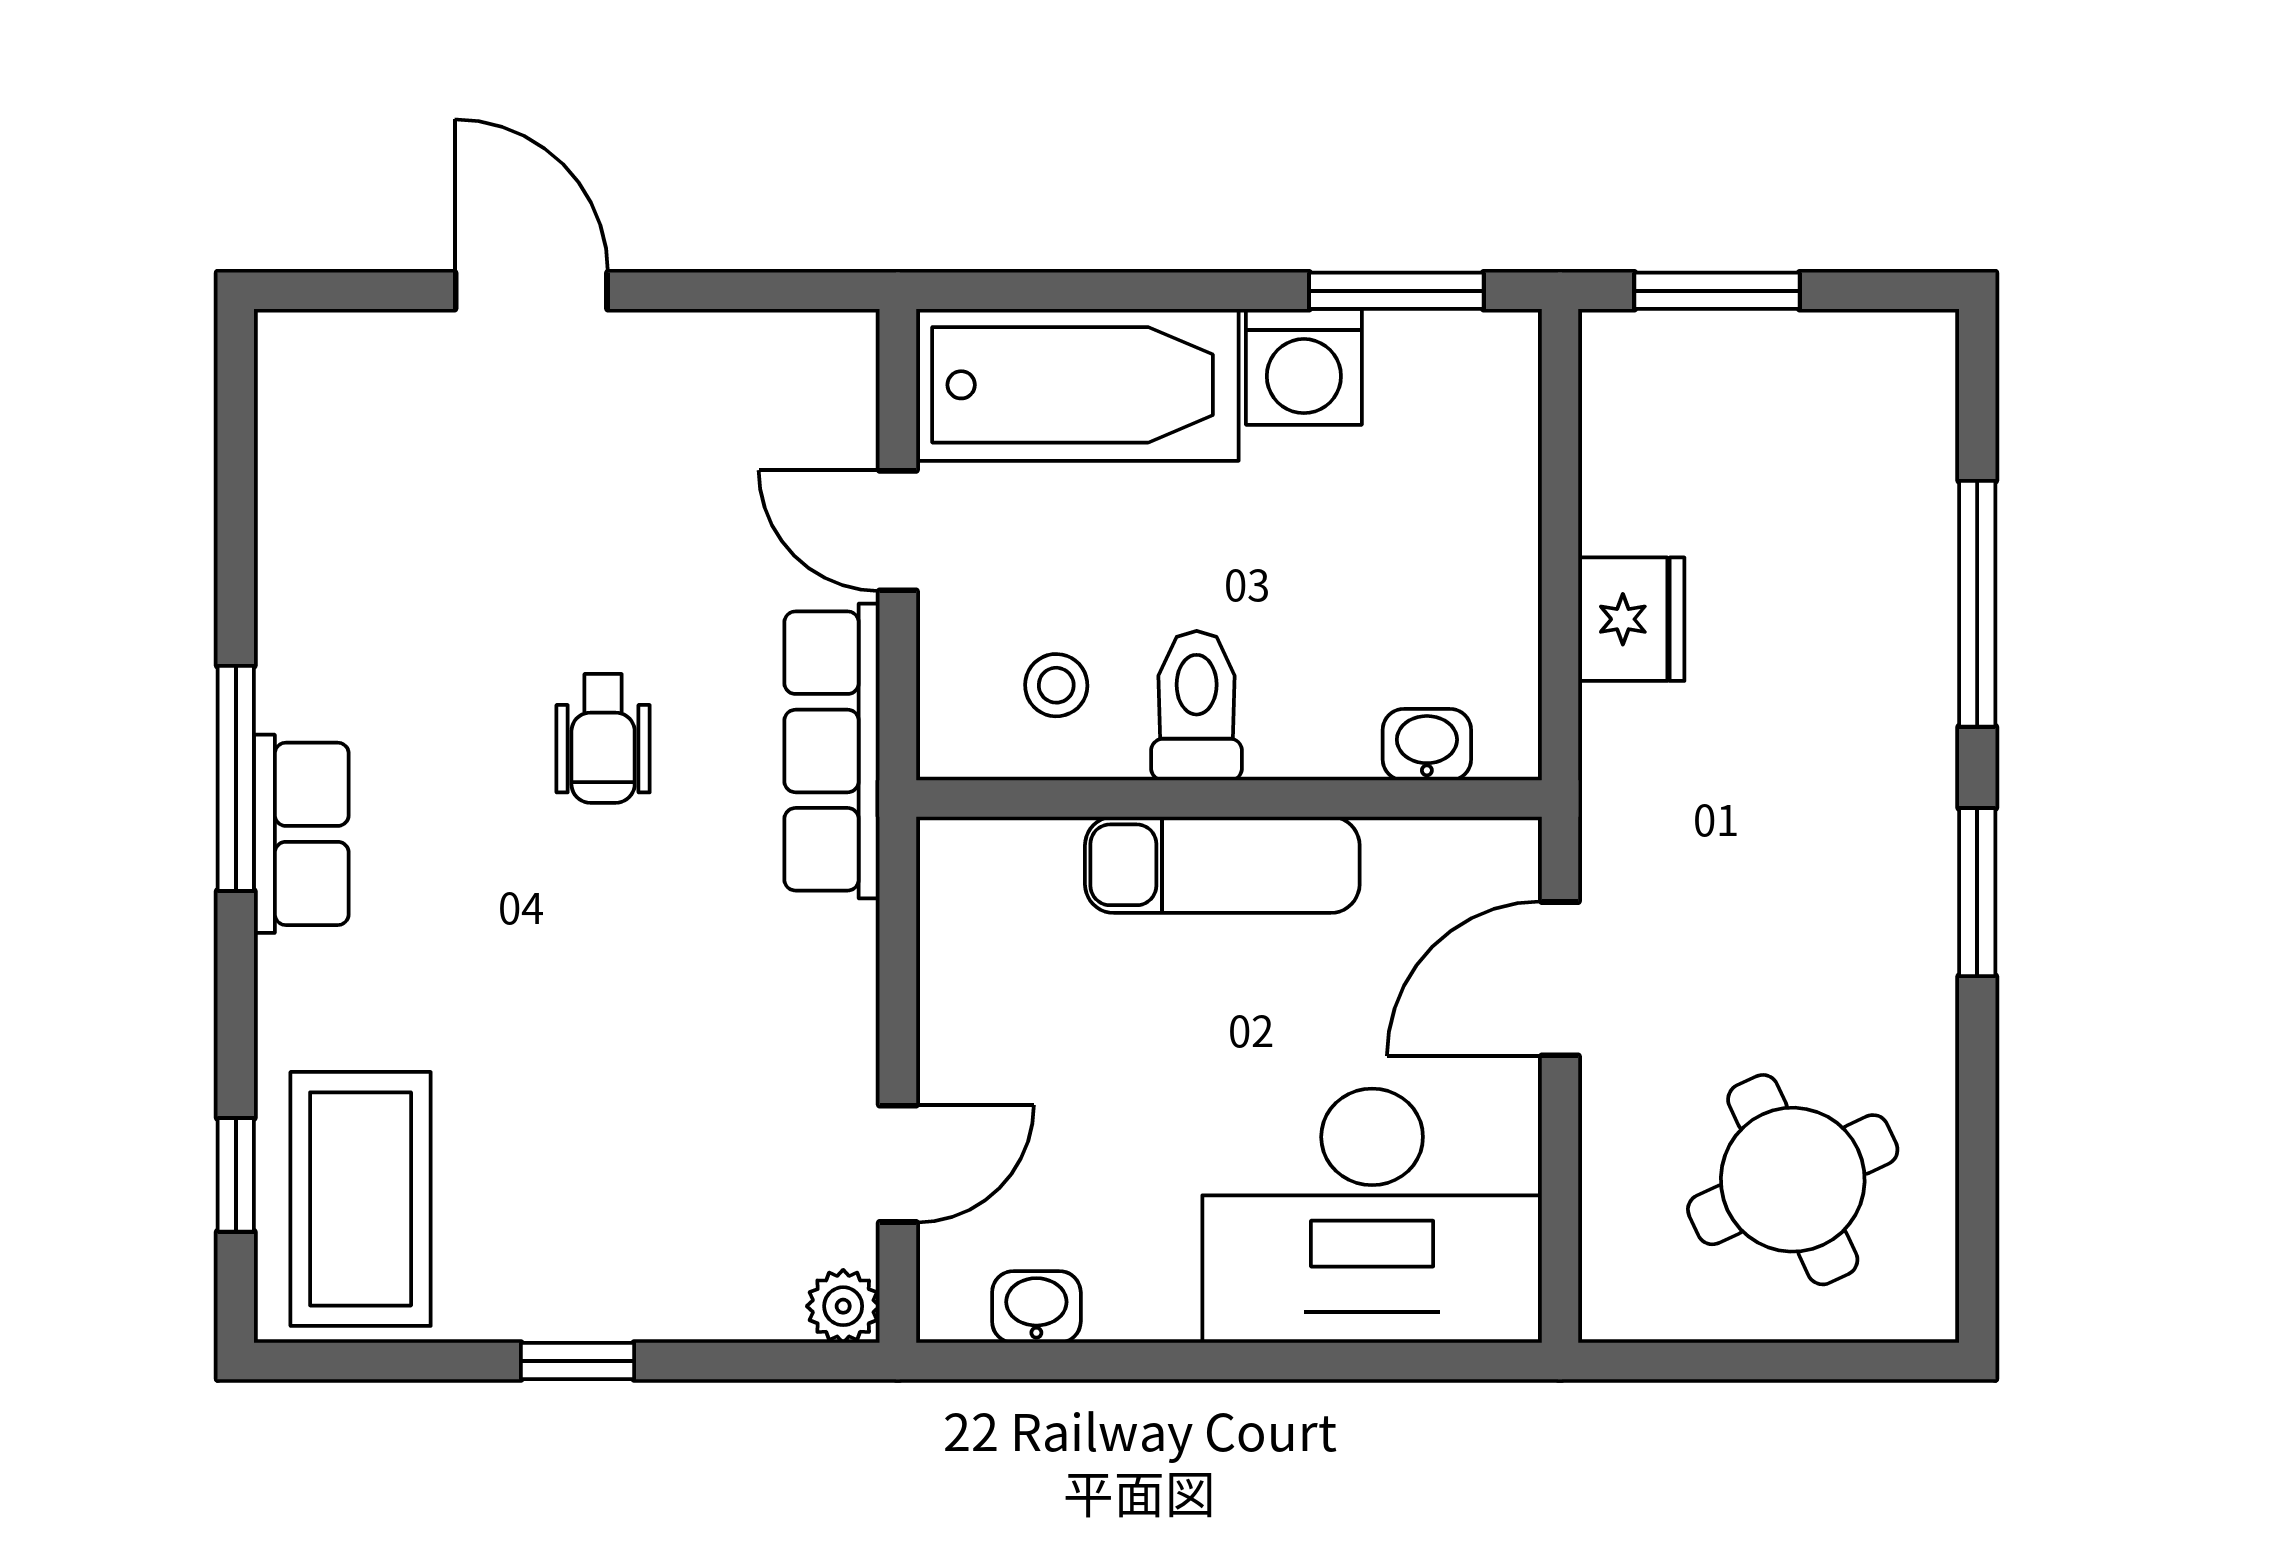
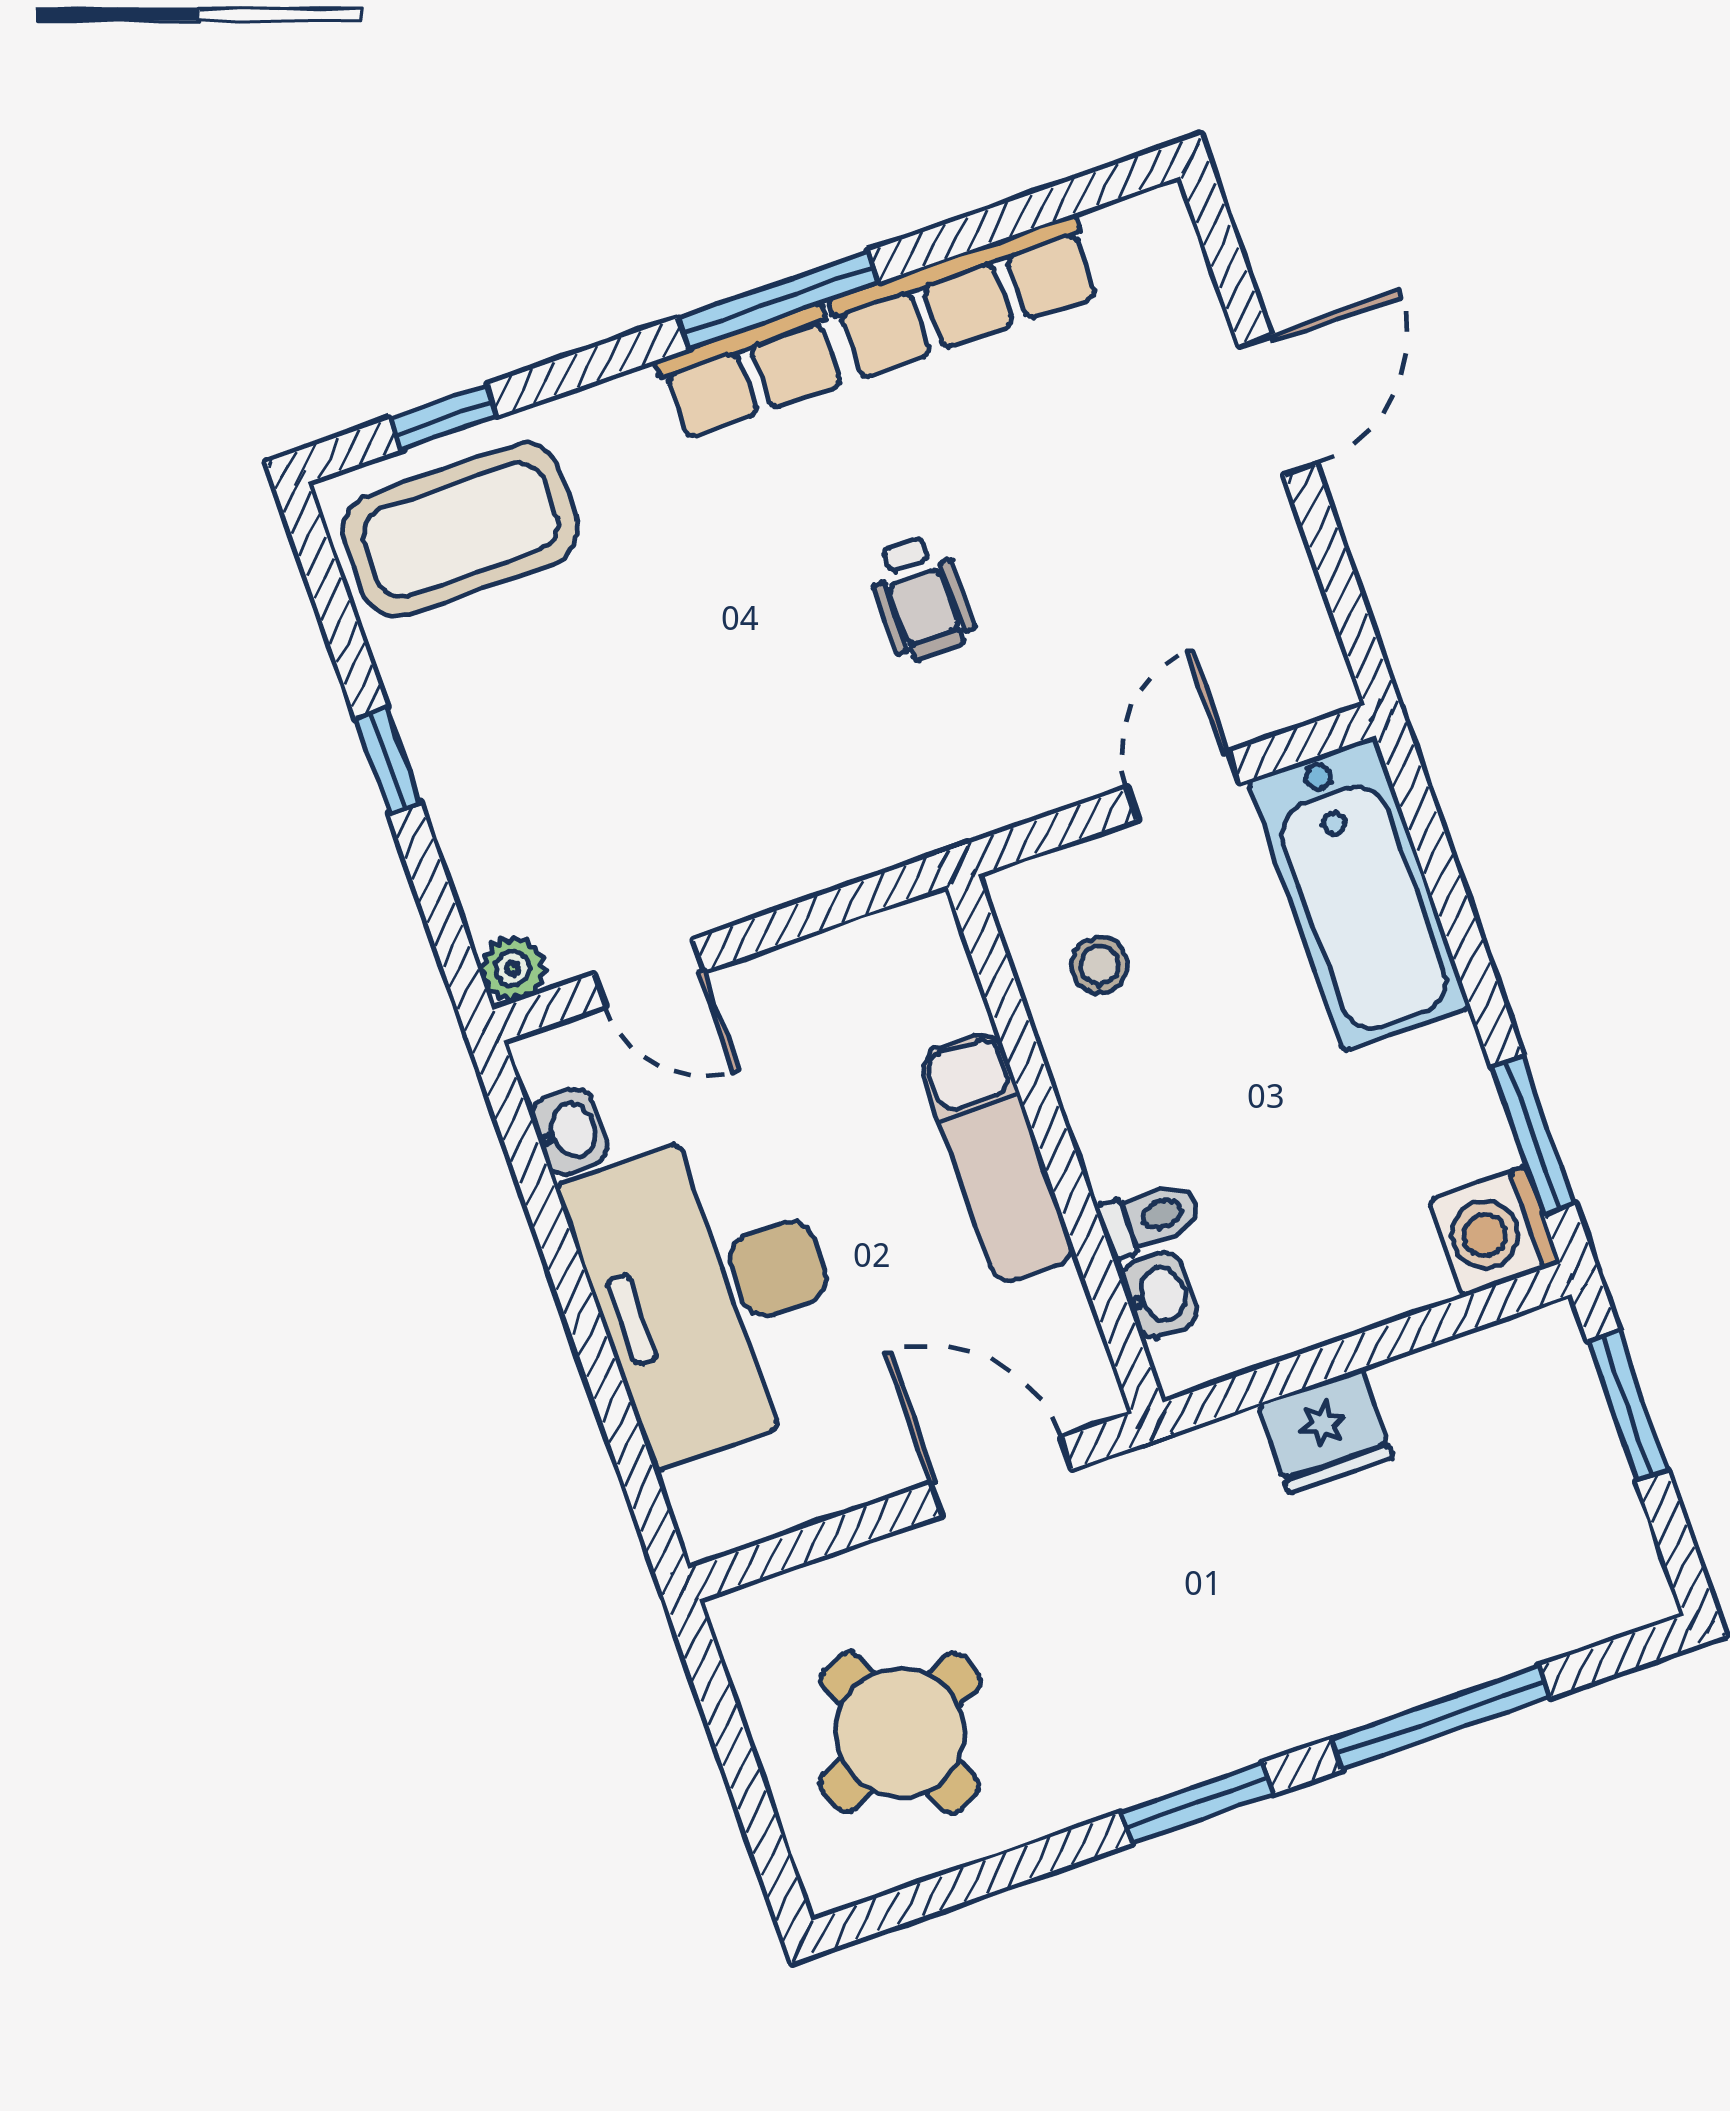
washing machine: (1304, 367) -> (1495, 1231), moved
toilet: (1197, 706) -> (1149, 1218), moved, width x0.73, depth x0.72
wheelchair: (603, 738) -> (921, 598), turned -90
row of seats: (832, 751) -> (965, 297), moved, turned 180
desk: (1372, 1216) -> (712, 1292), moved

